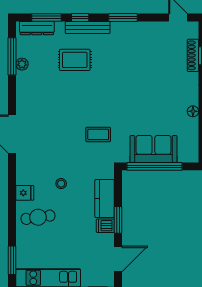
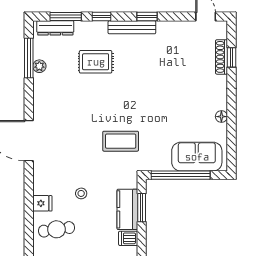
window: (123, 17) -> (147, 17), width x0.67
bench: (88, 28) -> (132, 27), moved
coffee table: (98, 134) -> (121, 141), width x1.36, depth x1.30
sofa: (153, 149) -> (197, 157), moved
window: (118, 220) -> (142, 208), moved

